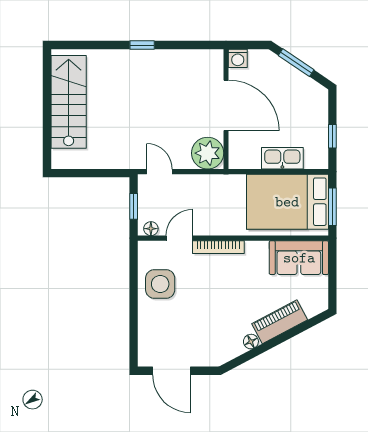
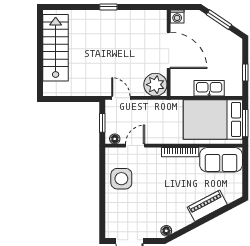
bookcase: (218, 247) -> (180, 152), moved
floor lamp: (251, 342) -> (166, 231), moved

